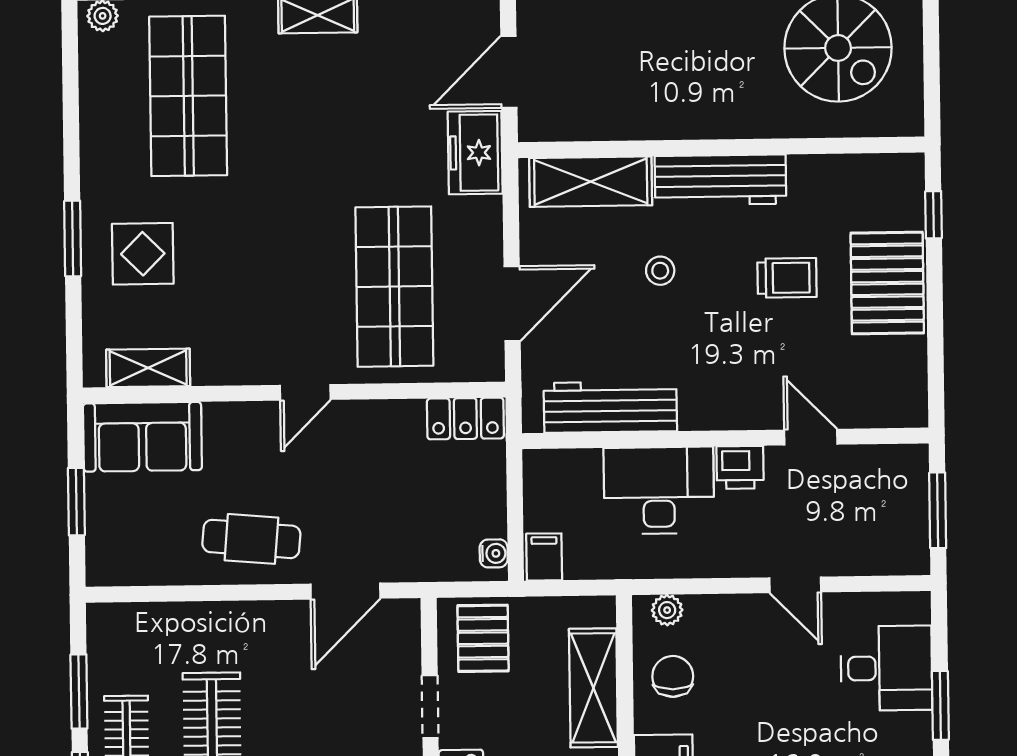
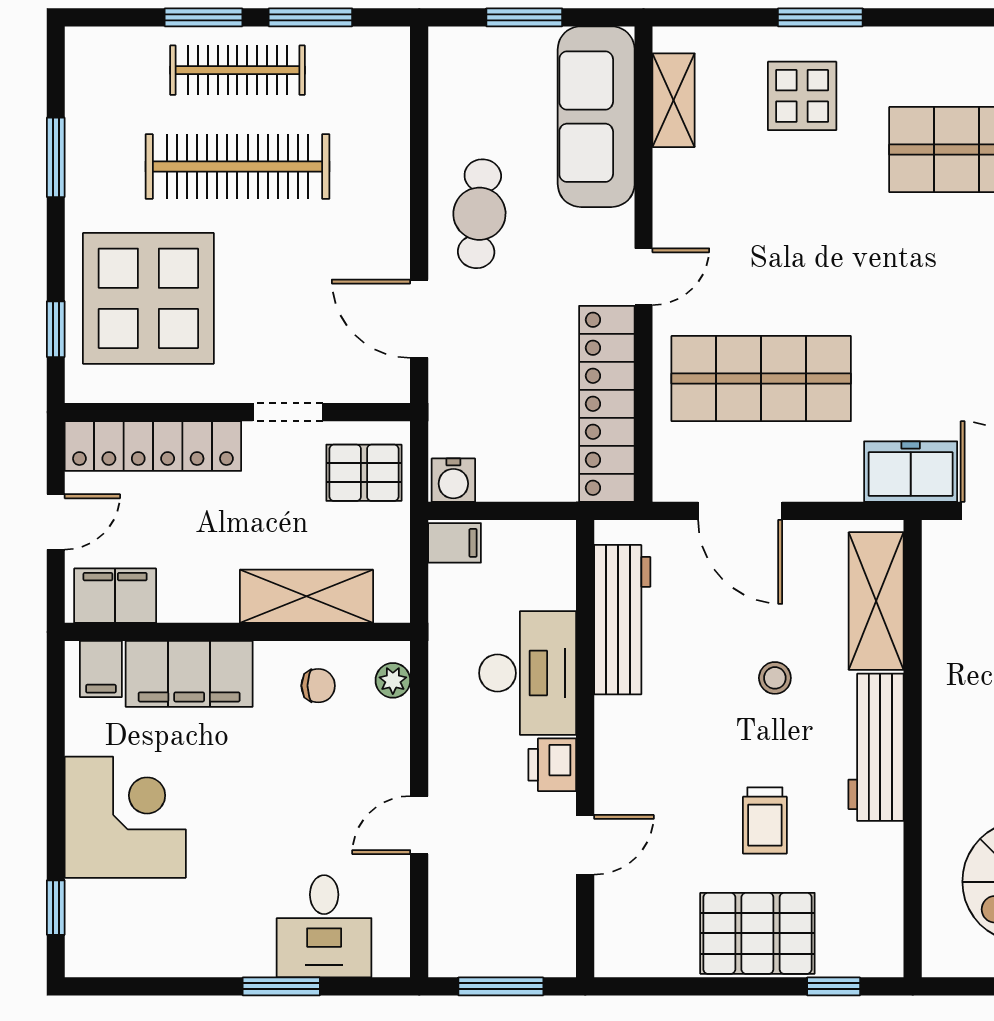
door: (305, 392) -> (644, 277), swing flipped
locker: (465, 419) -> (607, 404), width x2.16, depth x1.21
sofa: (142, 437) -> (596, 117), width x1.36
water cooler: (494, 553) -> (453, 480), width x1.38, depth x1.38
chair: (673, 676) -> (318, 686), width x0.73, depth x0.73

